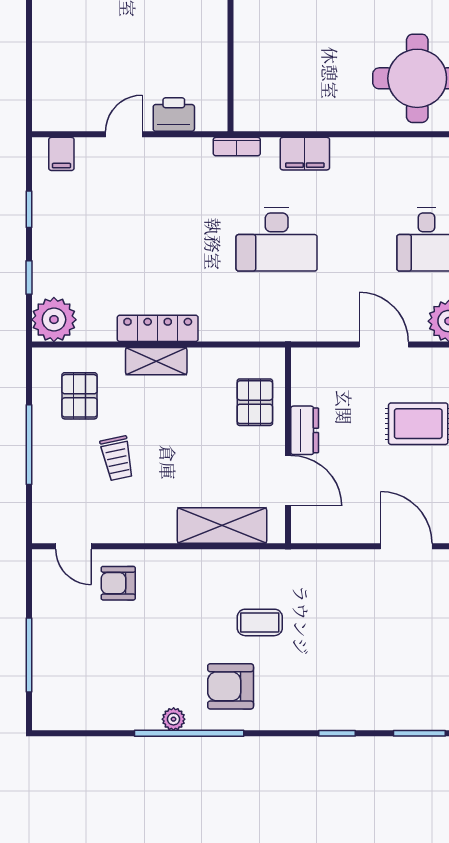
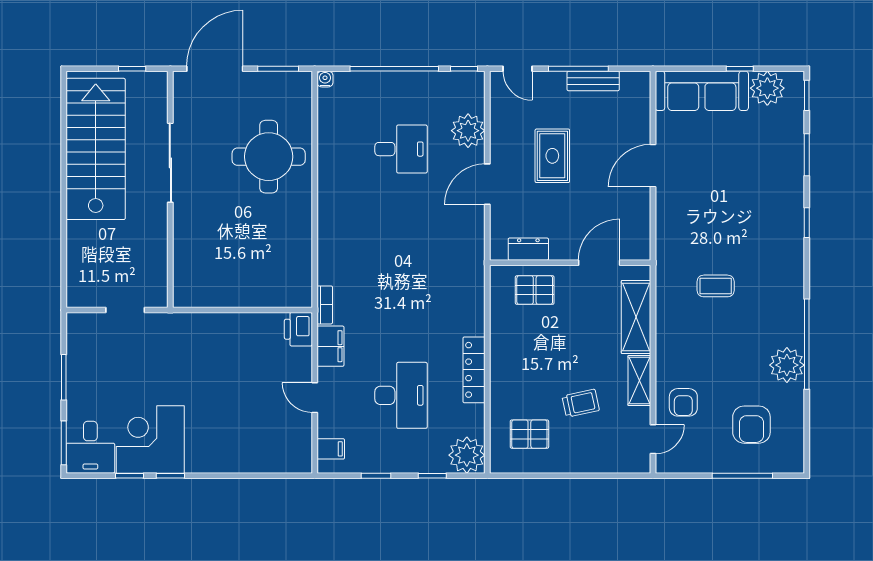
printer: (174, 115) -> (298, 329), moved
filing cabinet: (305, 154) -> (330, 346), moved
desk: (277, 239) -> (401, 395), moved
shelving: (156, 361) -> (639, 381), moved
dresser: (305, 430) -> (528, 249), moved
window: (29, 445) -> (570, 476), removed
coffee table: (260, 622) -> (716, 286), turned 90
armchair: (231, 686) -> (751, 425), moved
plant: (174, 719) -> (787, 365), width x1.88, depth x1.88

